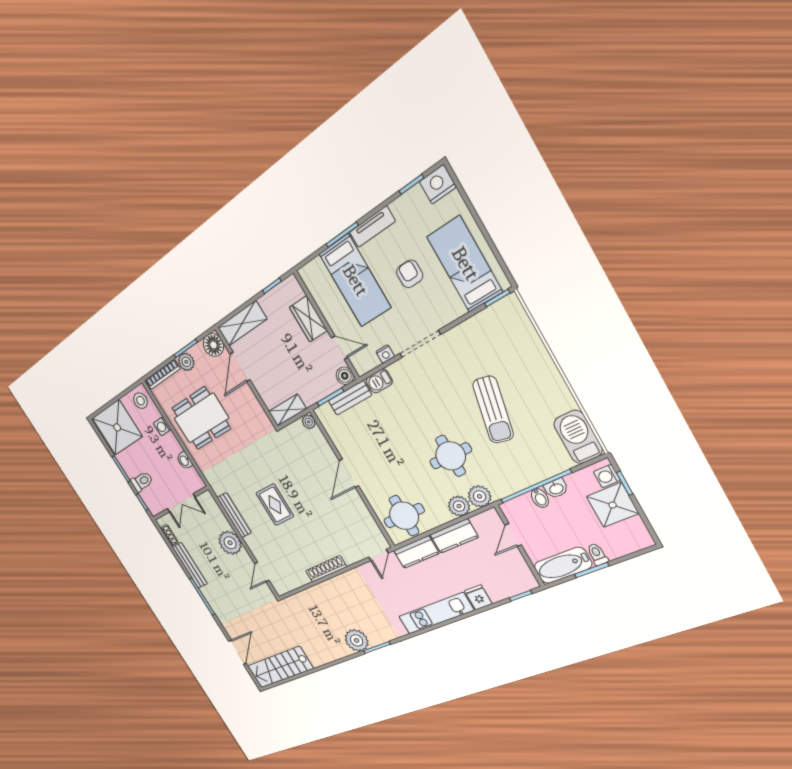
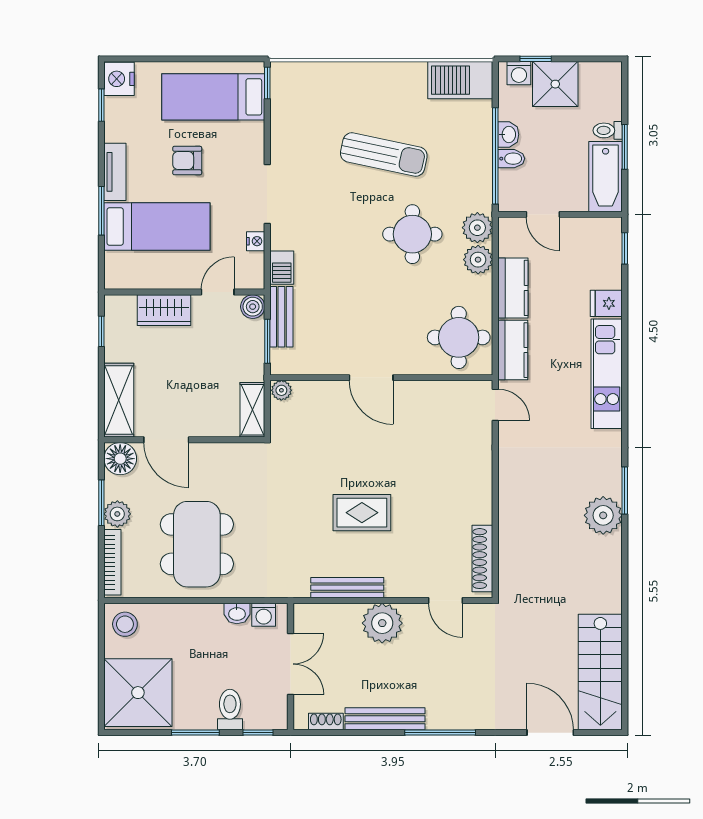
washing machine: (162, 426) -> (264, 615), moved
shoe rack: (326, 569) -> (482, 559), moved

